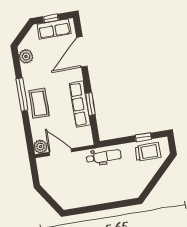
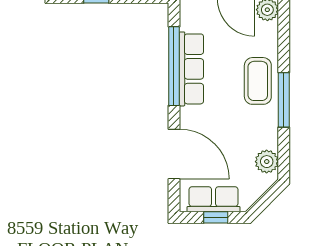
door: (82, 52) -> (174, 154), hinge flipped
window: (90, 104) -> (174, 66), width x2.11

